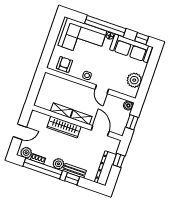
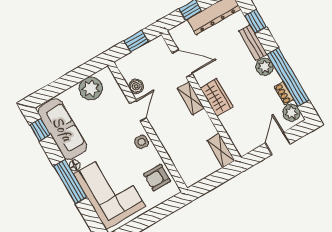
window: (105, 26) -> (70, 182), width x0.68
boiler: (128, 106) -> (136, 86), moved
shelving: (61, 110) -> (221, 151), moved
wardrobe: (64, 127) -> (217, 97), width x0.67
door: (100, 131) -> (182, 63), swing flipped
door: (20, 132) -> (278, 143), hinge flipped
window: (72, 179) -> (256, 21), moved

